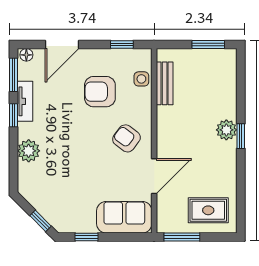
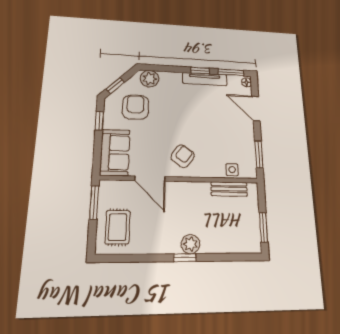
window: (122, 45) -> (259, 155), width x1.50
armchair: (100, 92) -> (136, 107), moved
tv unit: (25, 101) -> (205, 79), width x1.41
plant: (29, 151) -> (149, 79), moved

